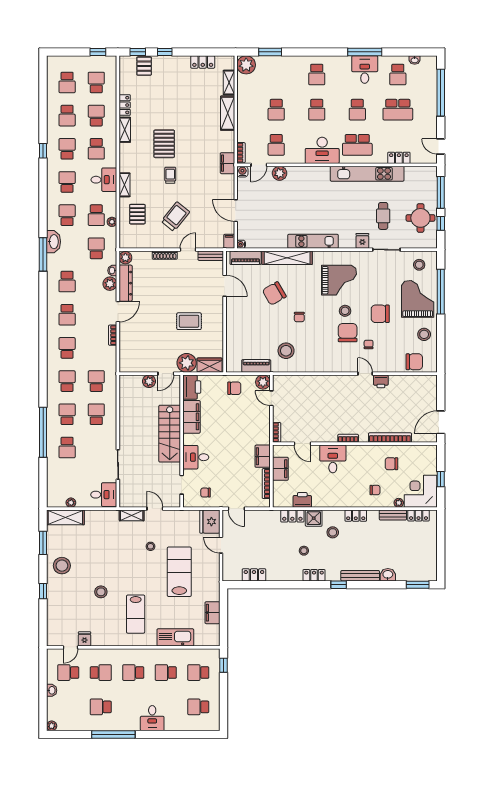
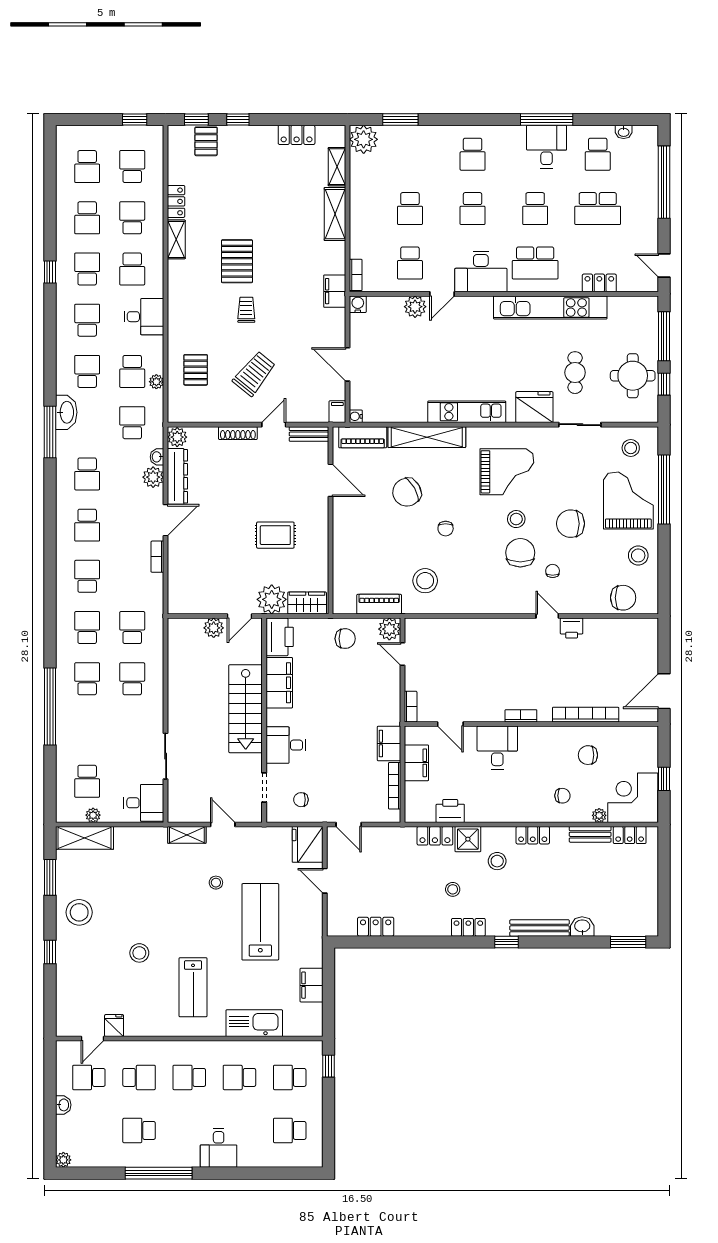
door: (259, 165) -> (442, 294), moved
shelving: (125, 185) -> (176, 325), removed
fridge: (362, 241) -> (534, 407), width x1.88, depth x1.34
school desk: (67, 447) -> (87, 781), moved

